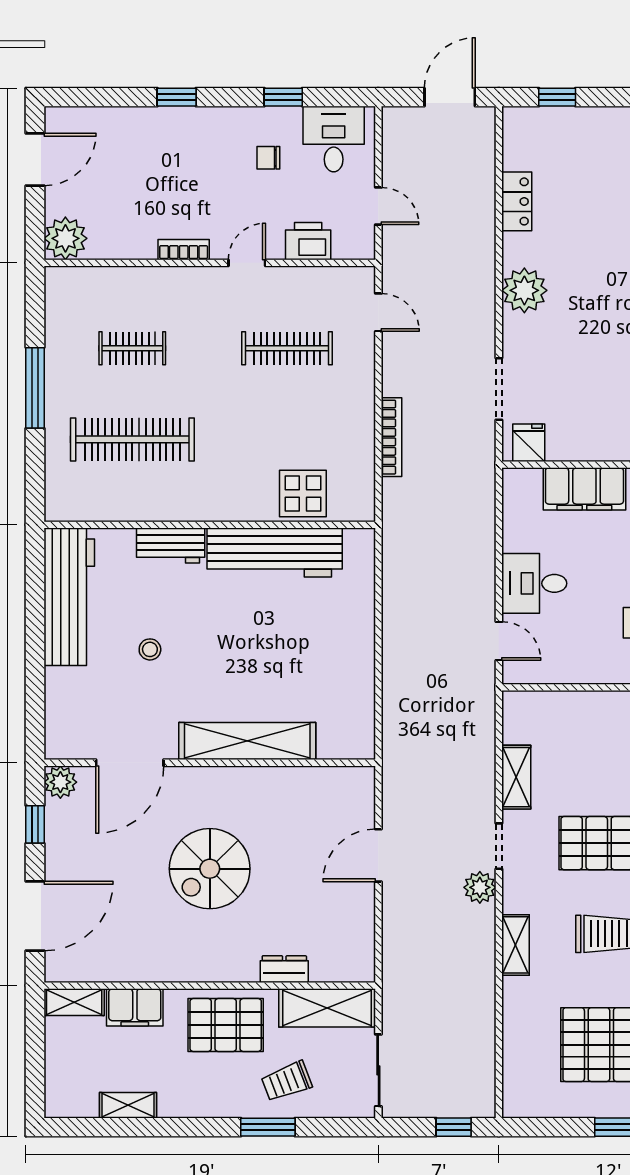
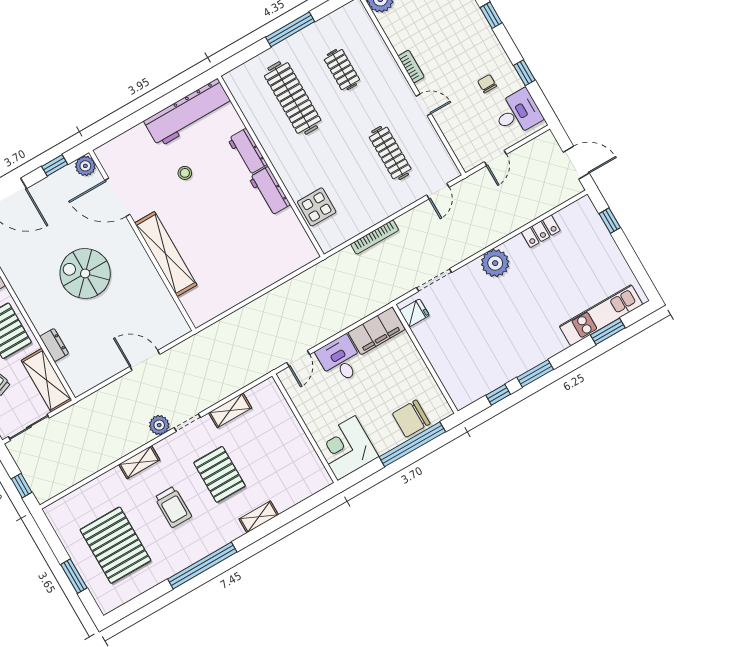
printer: (308, 241) -> (454, 131), removed
filing cabinet: (584, 489) -> (376, 331), moved, turned -90
workbench: (275, 552) -> (269, 191), width x0.53, depth x0.76

